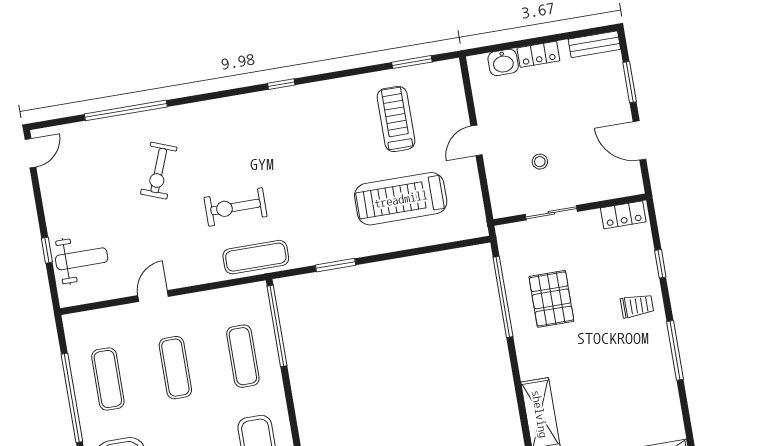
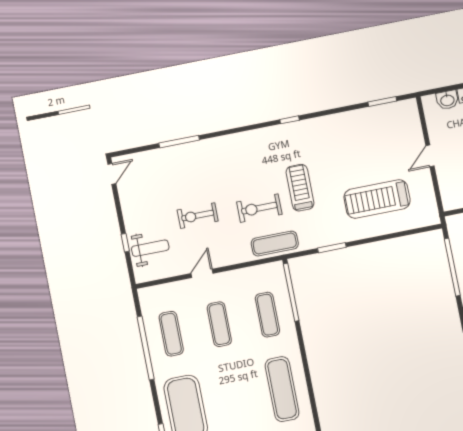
window: (126, 110) -> (179, 142), width x0.68
treadmill: (396, 119) -> (300, 188), moved
exercise bike: (159, 171) -> (198, 216), moved, turned 69

